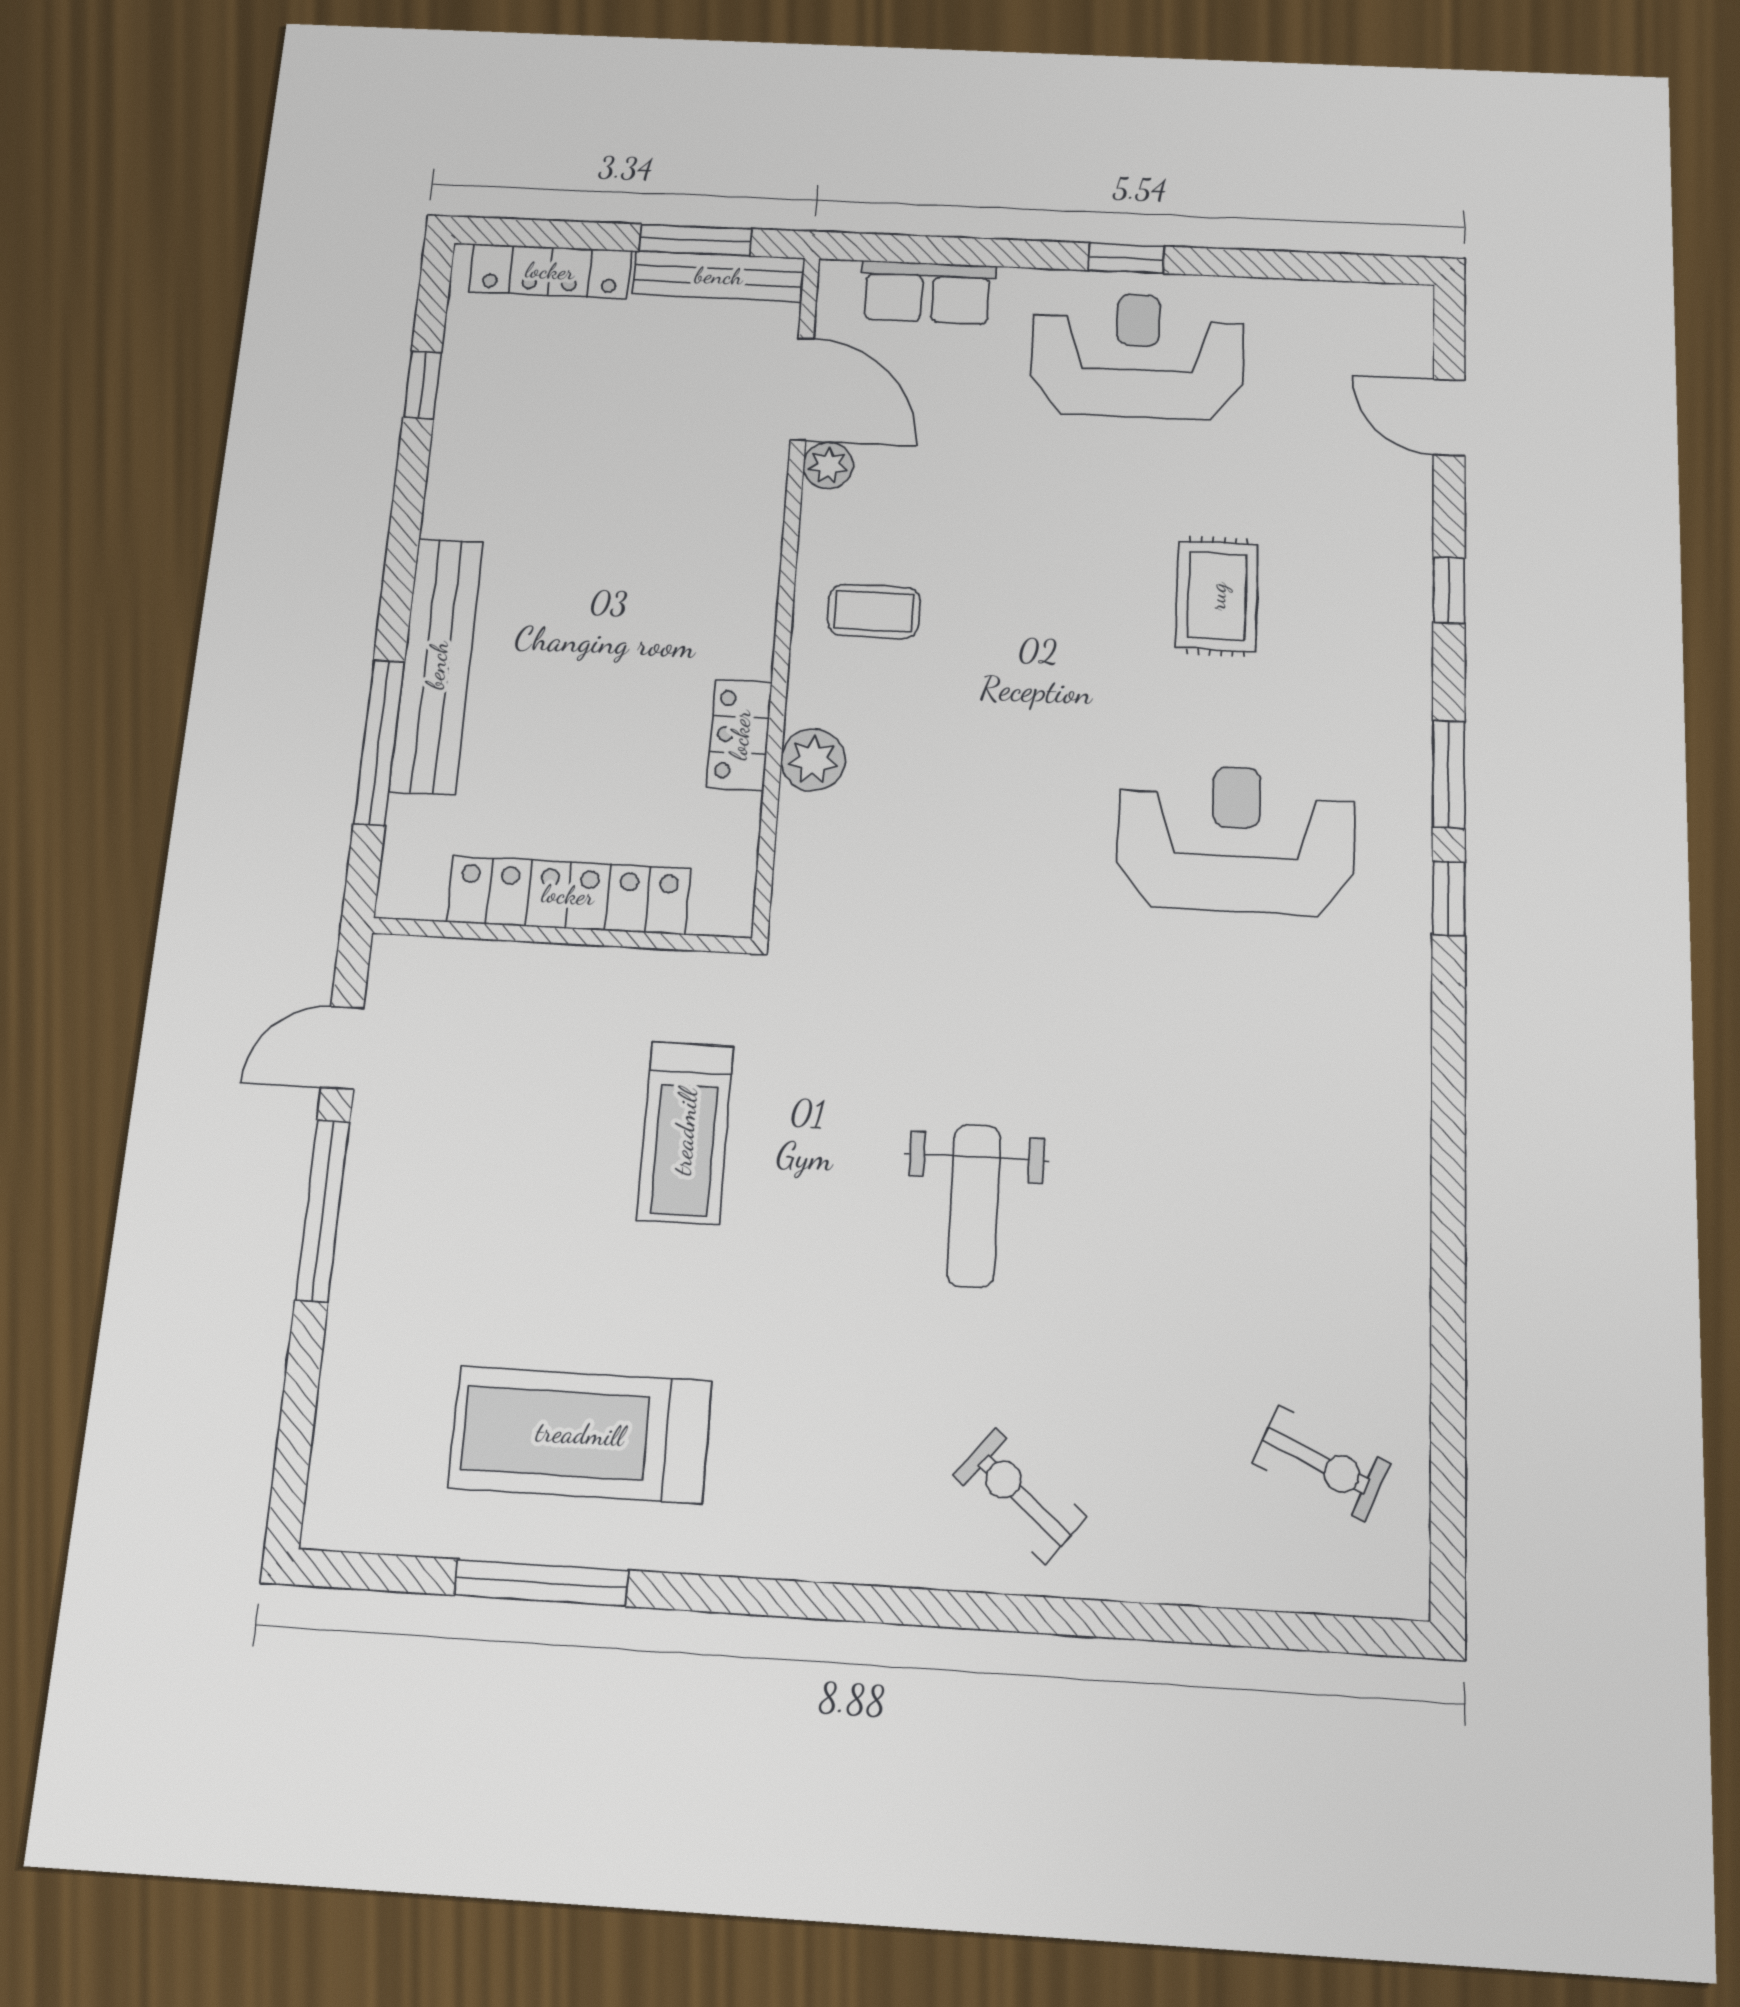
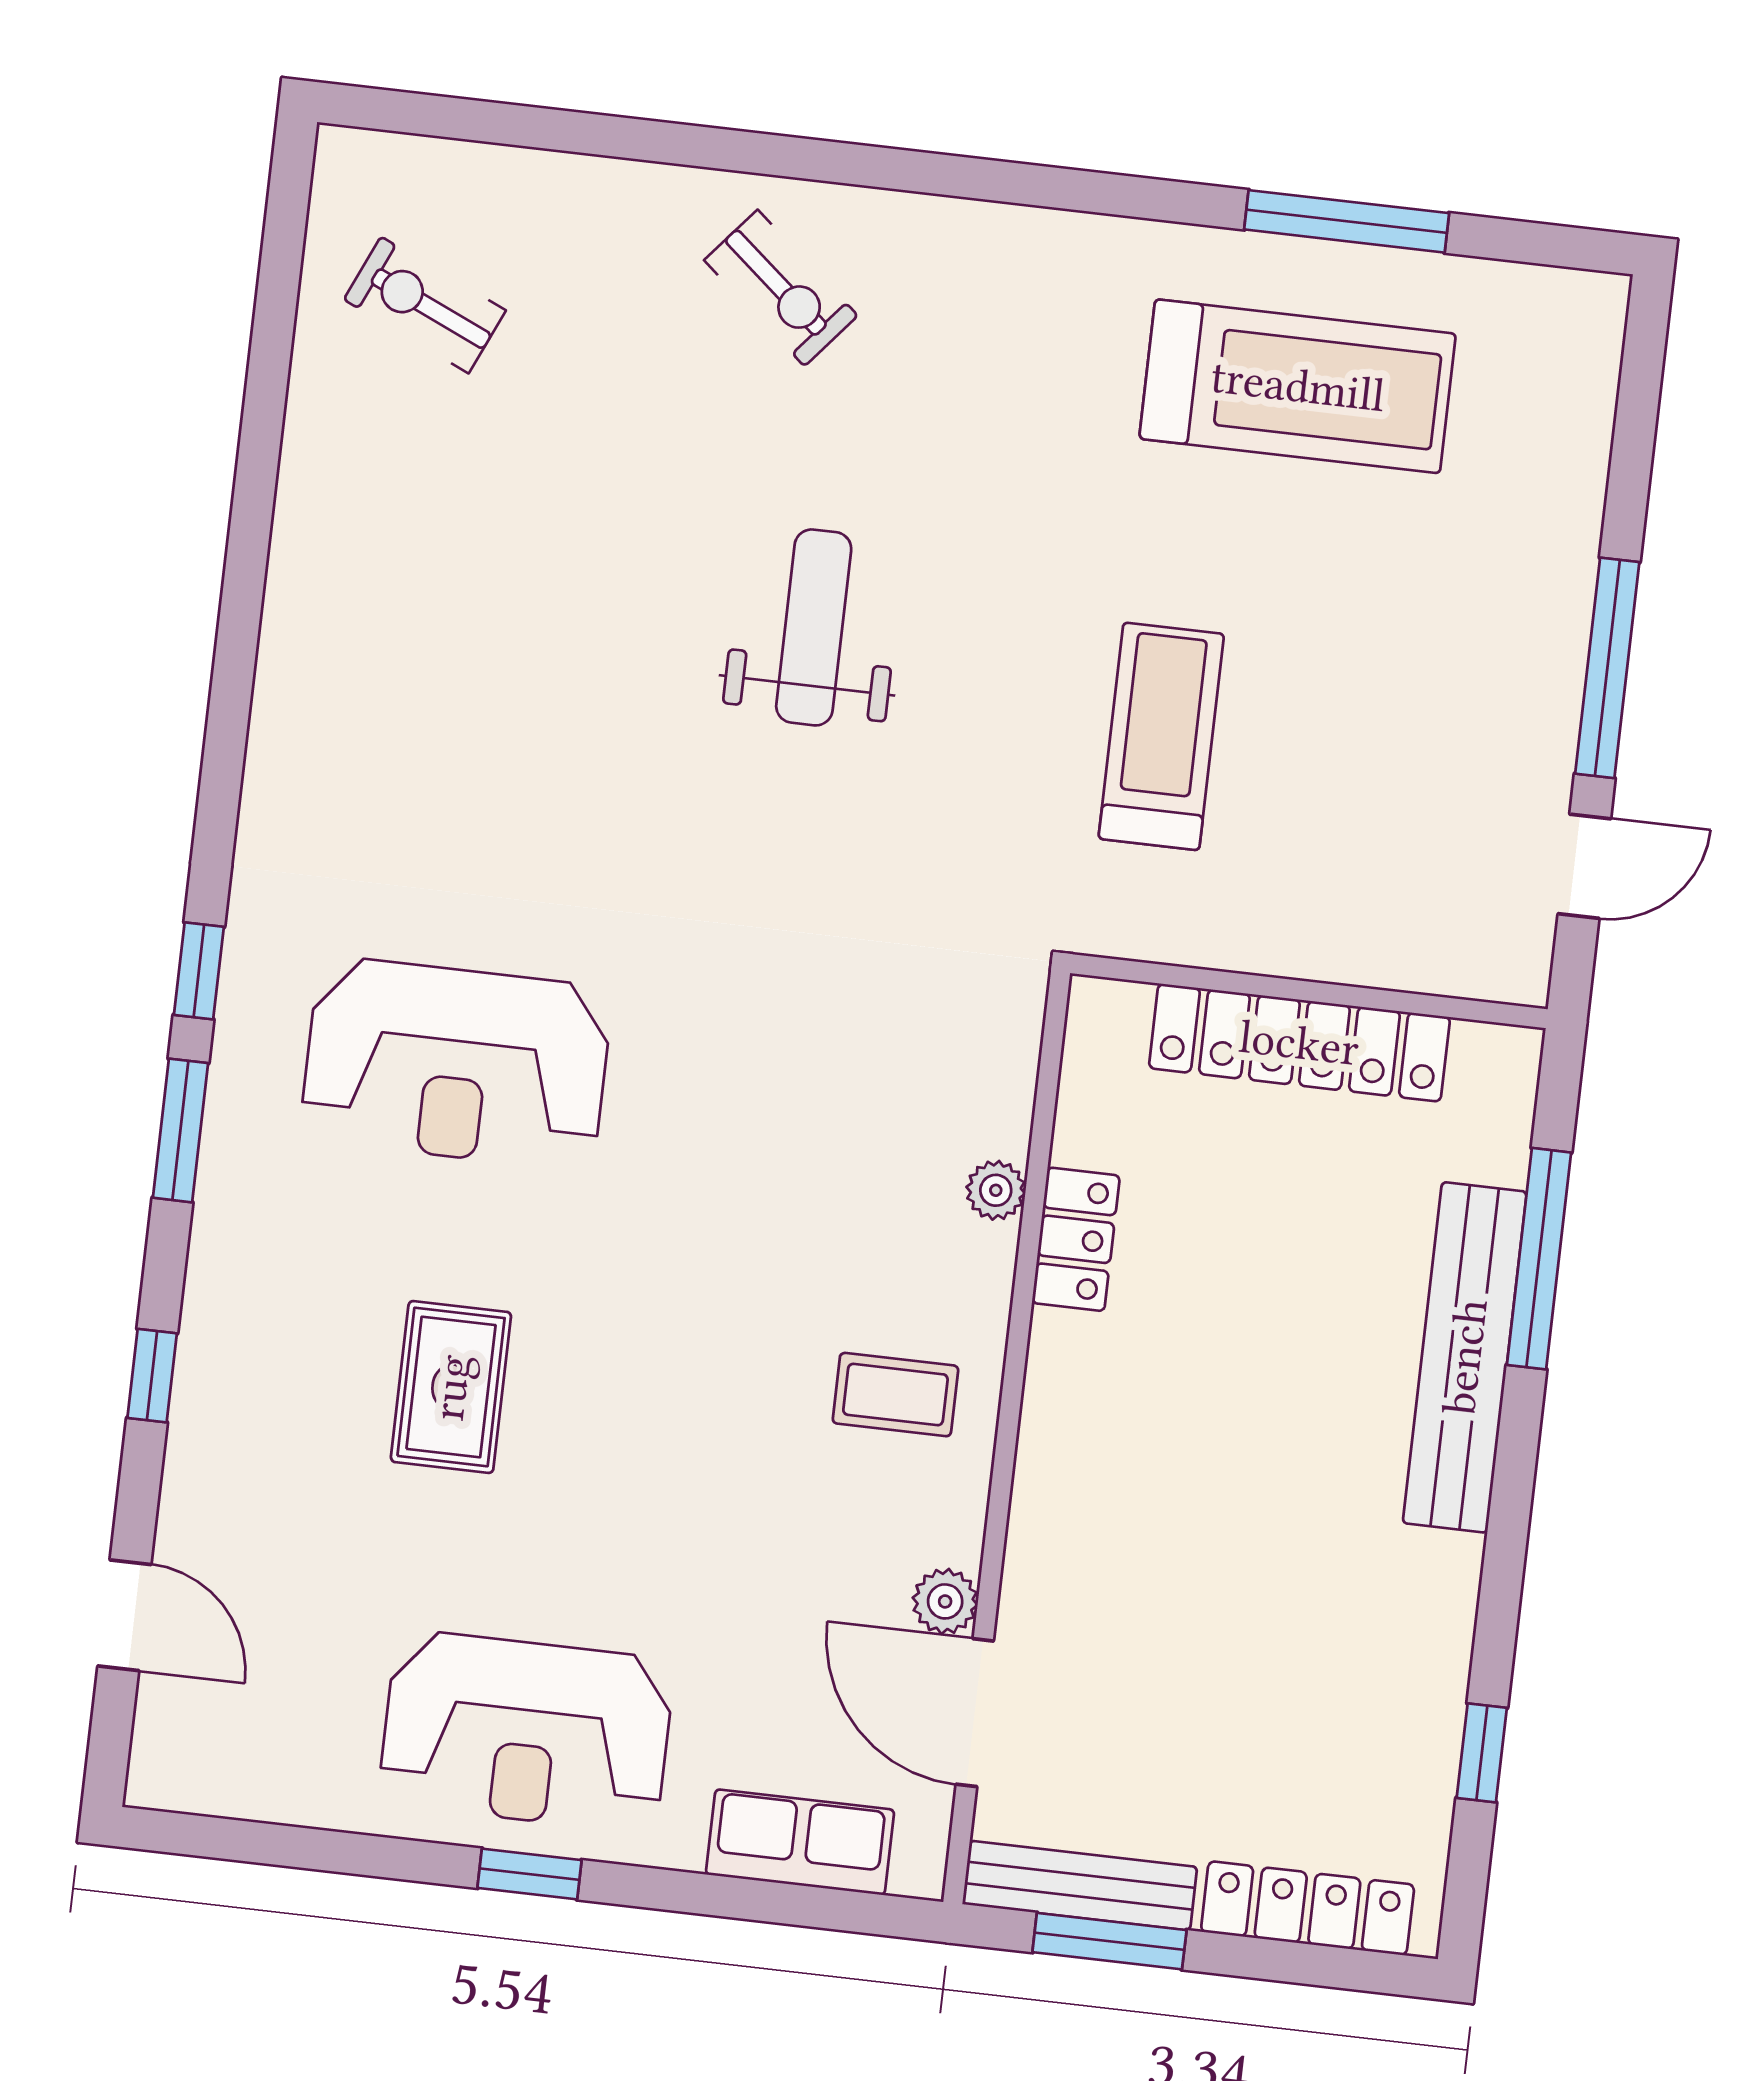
plant: (813, 760) -> (996, 1190), width x0.73, depth x0.73

